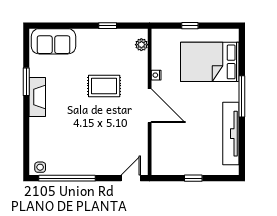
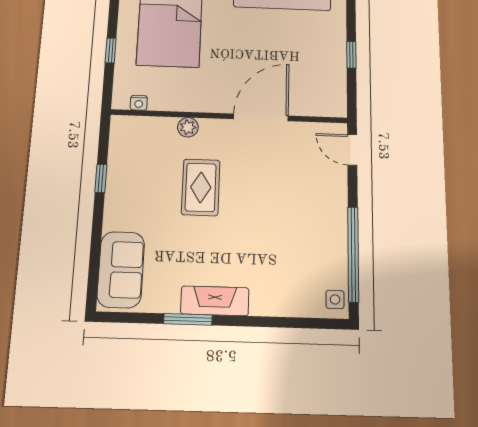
plant: (141, 45) -> (188, 127), moved
nightstand: (156, 75) -> (139, 103), moved
door: (150, 106) -> (261, 117), moved

